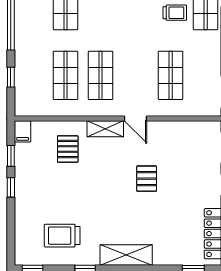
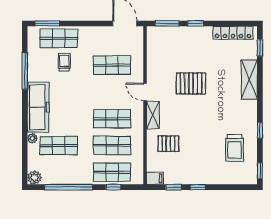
shop shelf: (30, 75) -> (112, 172), added
door: (135, 118) -> (145, 92), swing flipped
pallet: (147, 179) -> (191, 83), width x1.50, depth x1.42
shelving: (126, 255) -> (249, 80), moved

